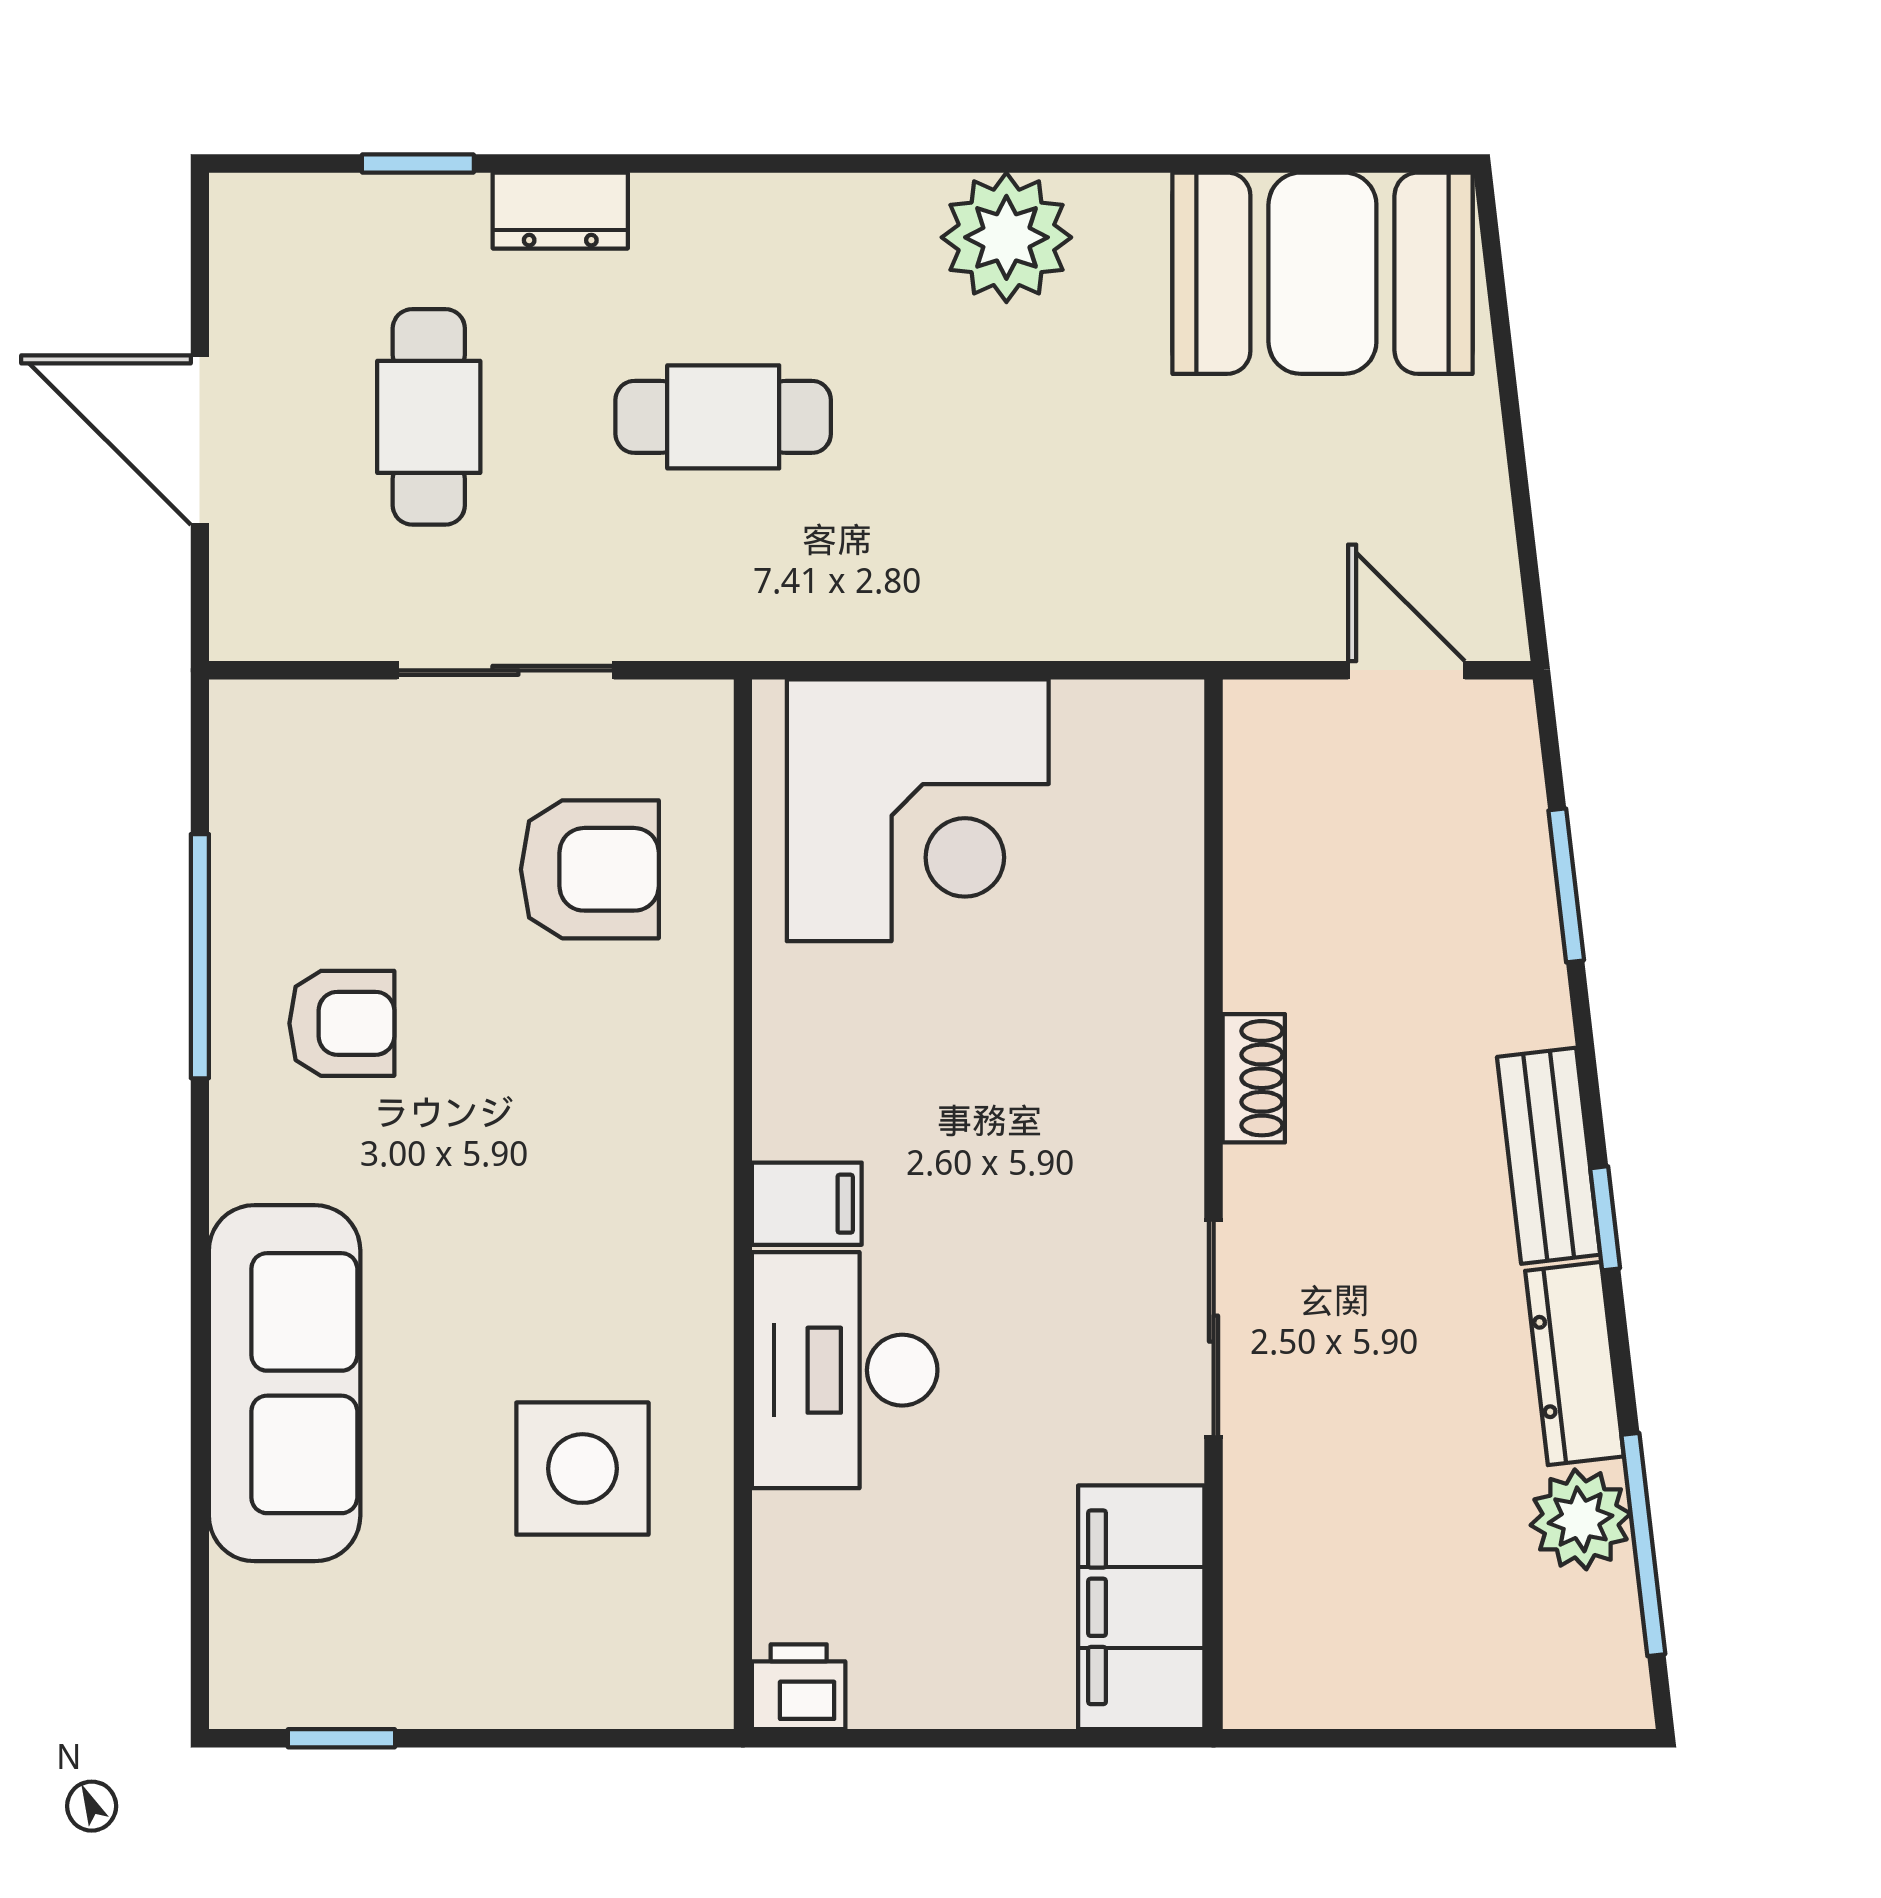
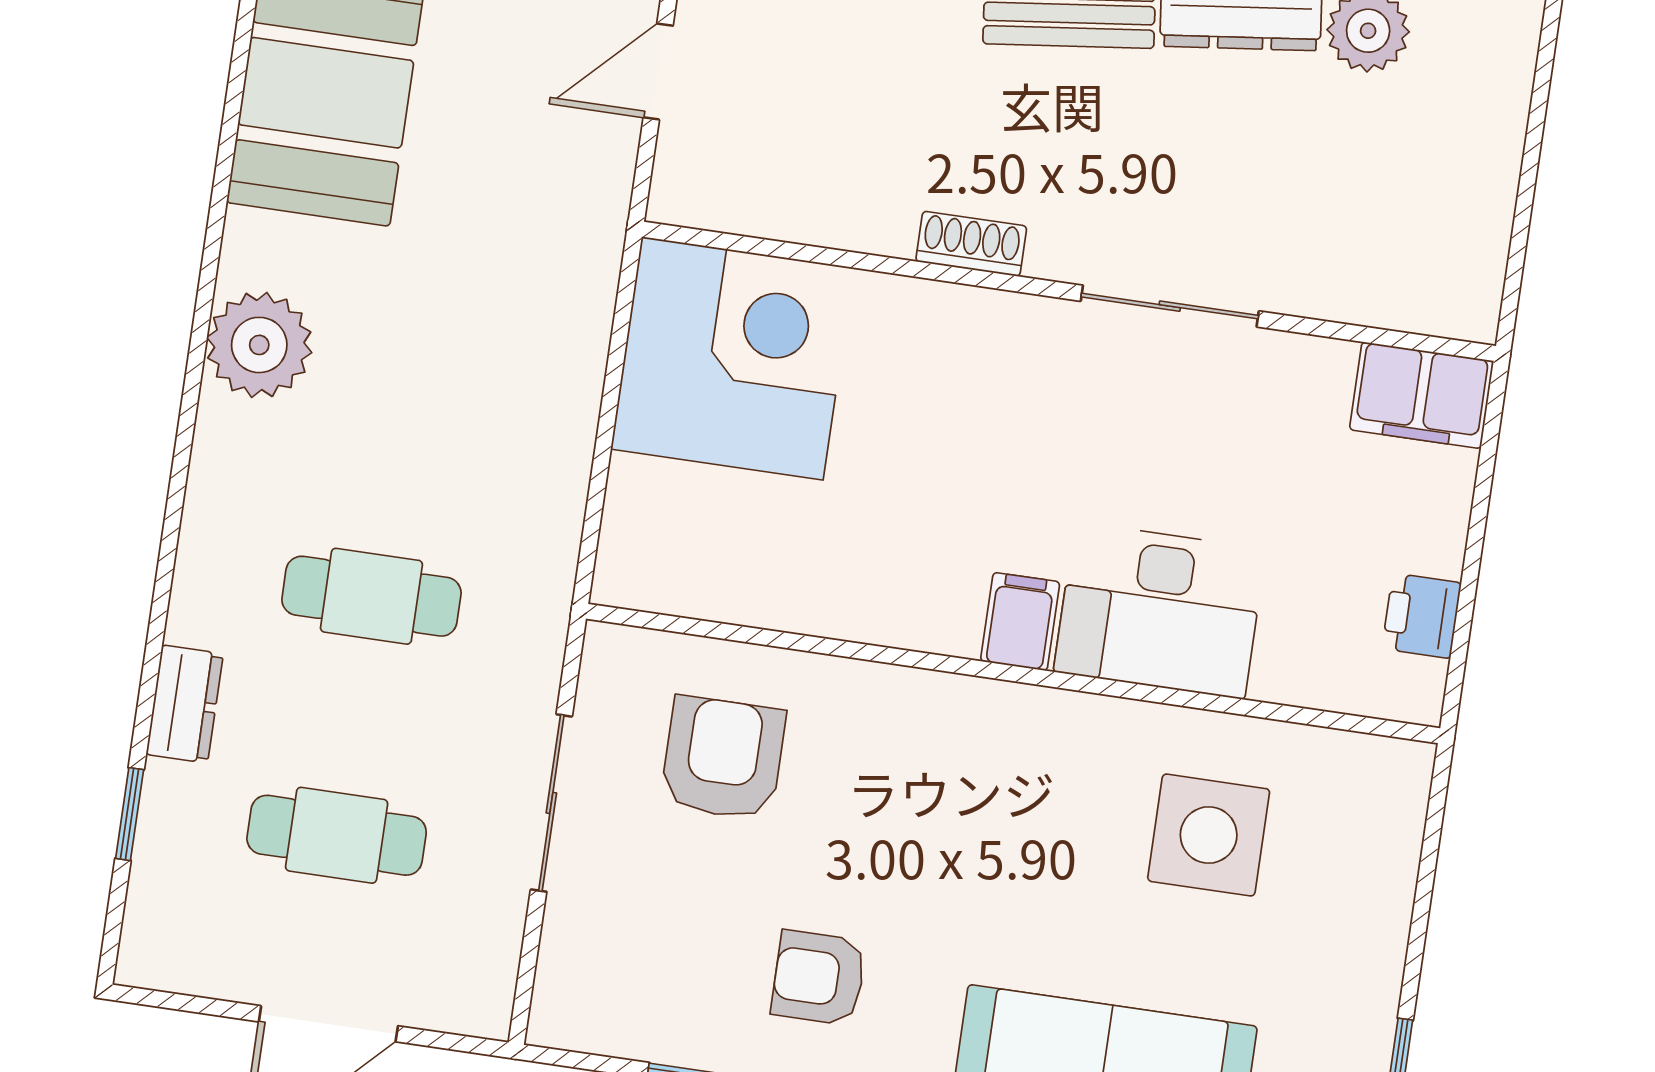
cafe table: (723, 417) -> (371, 596), turned 90
corner desk: (918, 810) -> (732, 358), moved
armchair: (342, 1023) -> (819, 978), turned -90
filing cabinet: (1141, 1607) -> (1422, 395), width x0.67, depth x0.86
printer: (799, 1687) -> (1422, 616), moved

